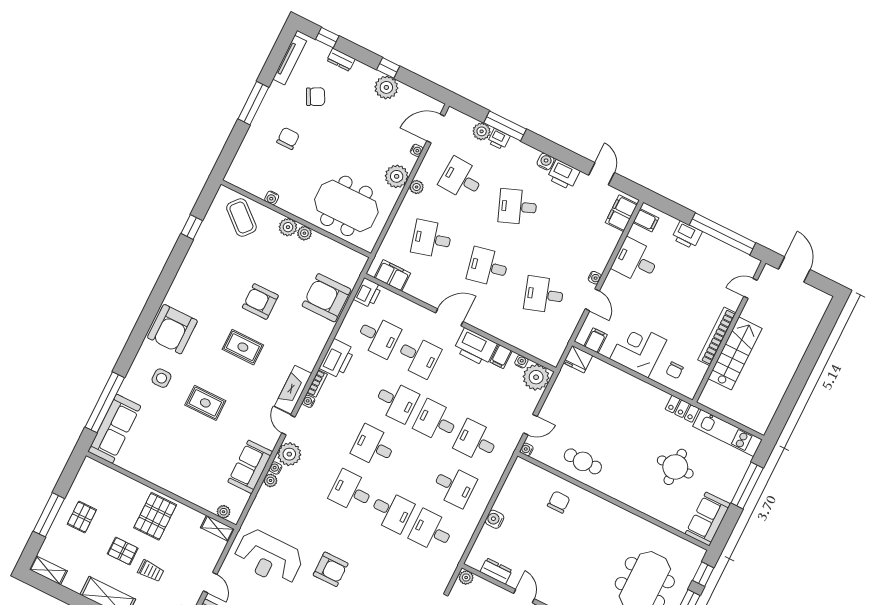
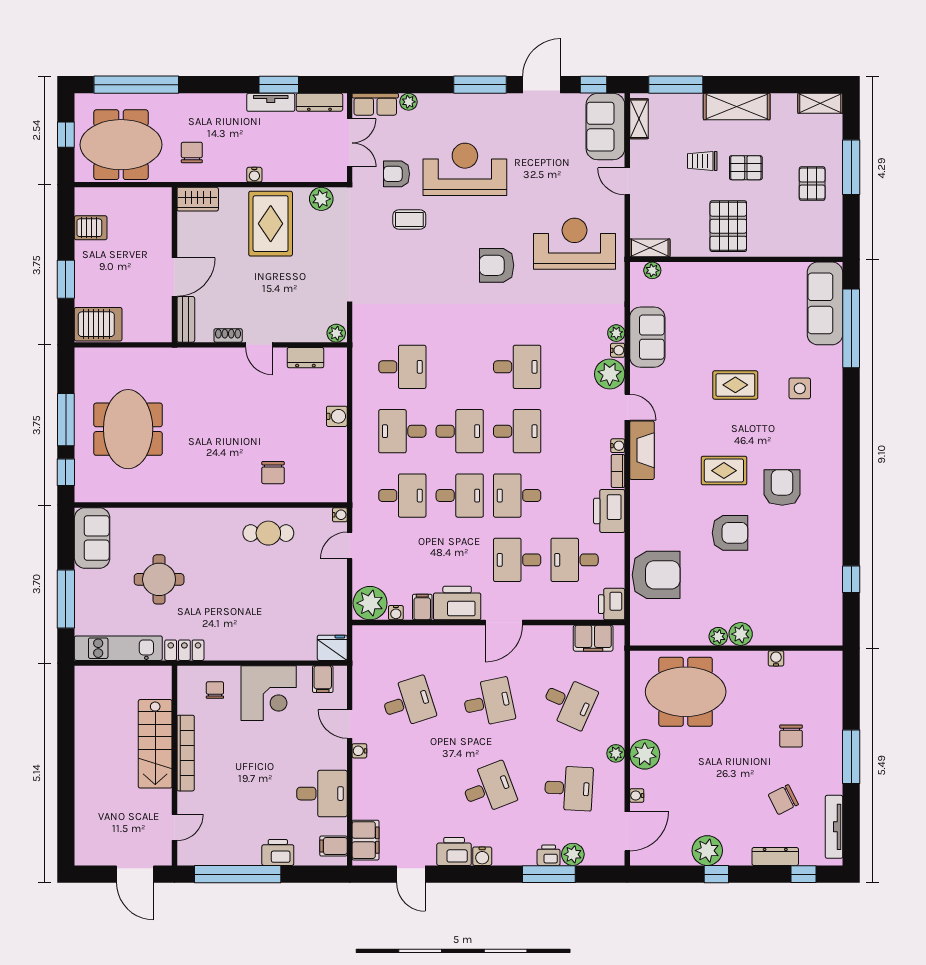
dresser: (341, 60) -> (775, 857), width x1.44
coffee table: (241, 217) -> (800, 619), removed
desk: (432, 239) -> (569, 702), turned 39
armchair: (172, 329) -> (782, 487), moved, width x0.73, depth x0.73
desk: (392, 511) -> (460, 431), moved, turned 180

